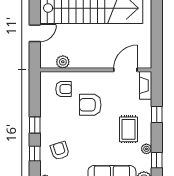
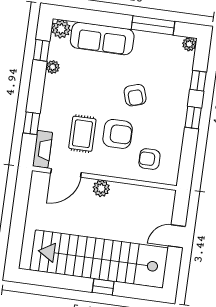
plant: (63, 62) -> (101, 188), moved
window: (157, 115) -> (31, 123), moved
rug: (128, 129) -> (82, 134), moved
armchair: (60, 151) -> (135, 95), moved

